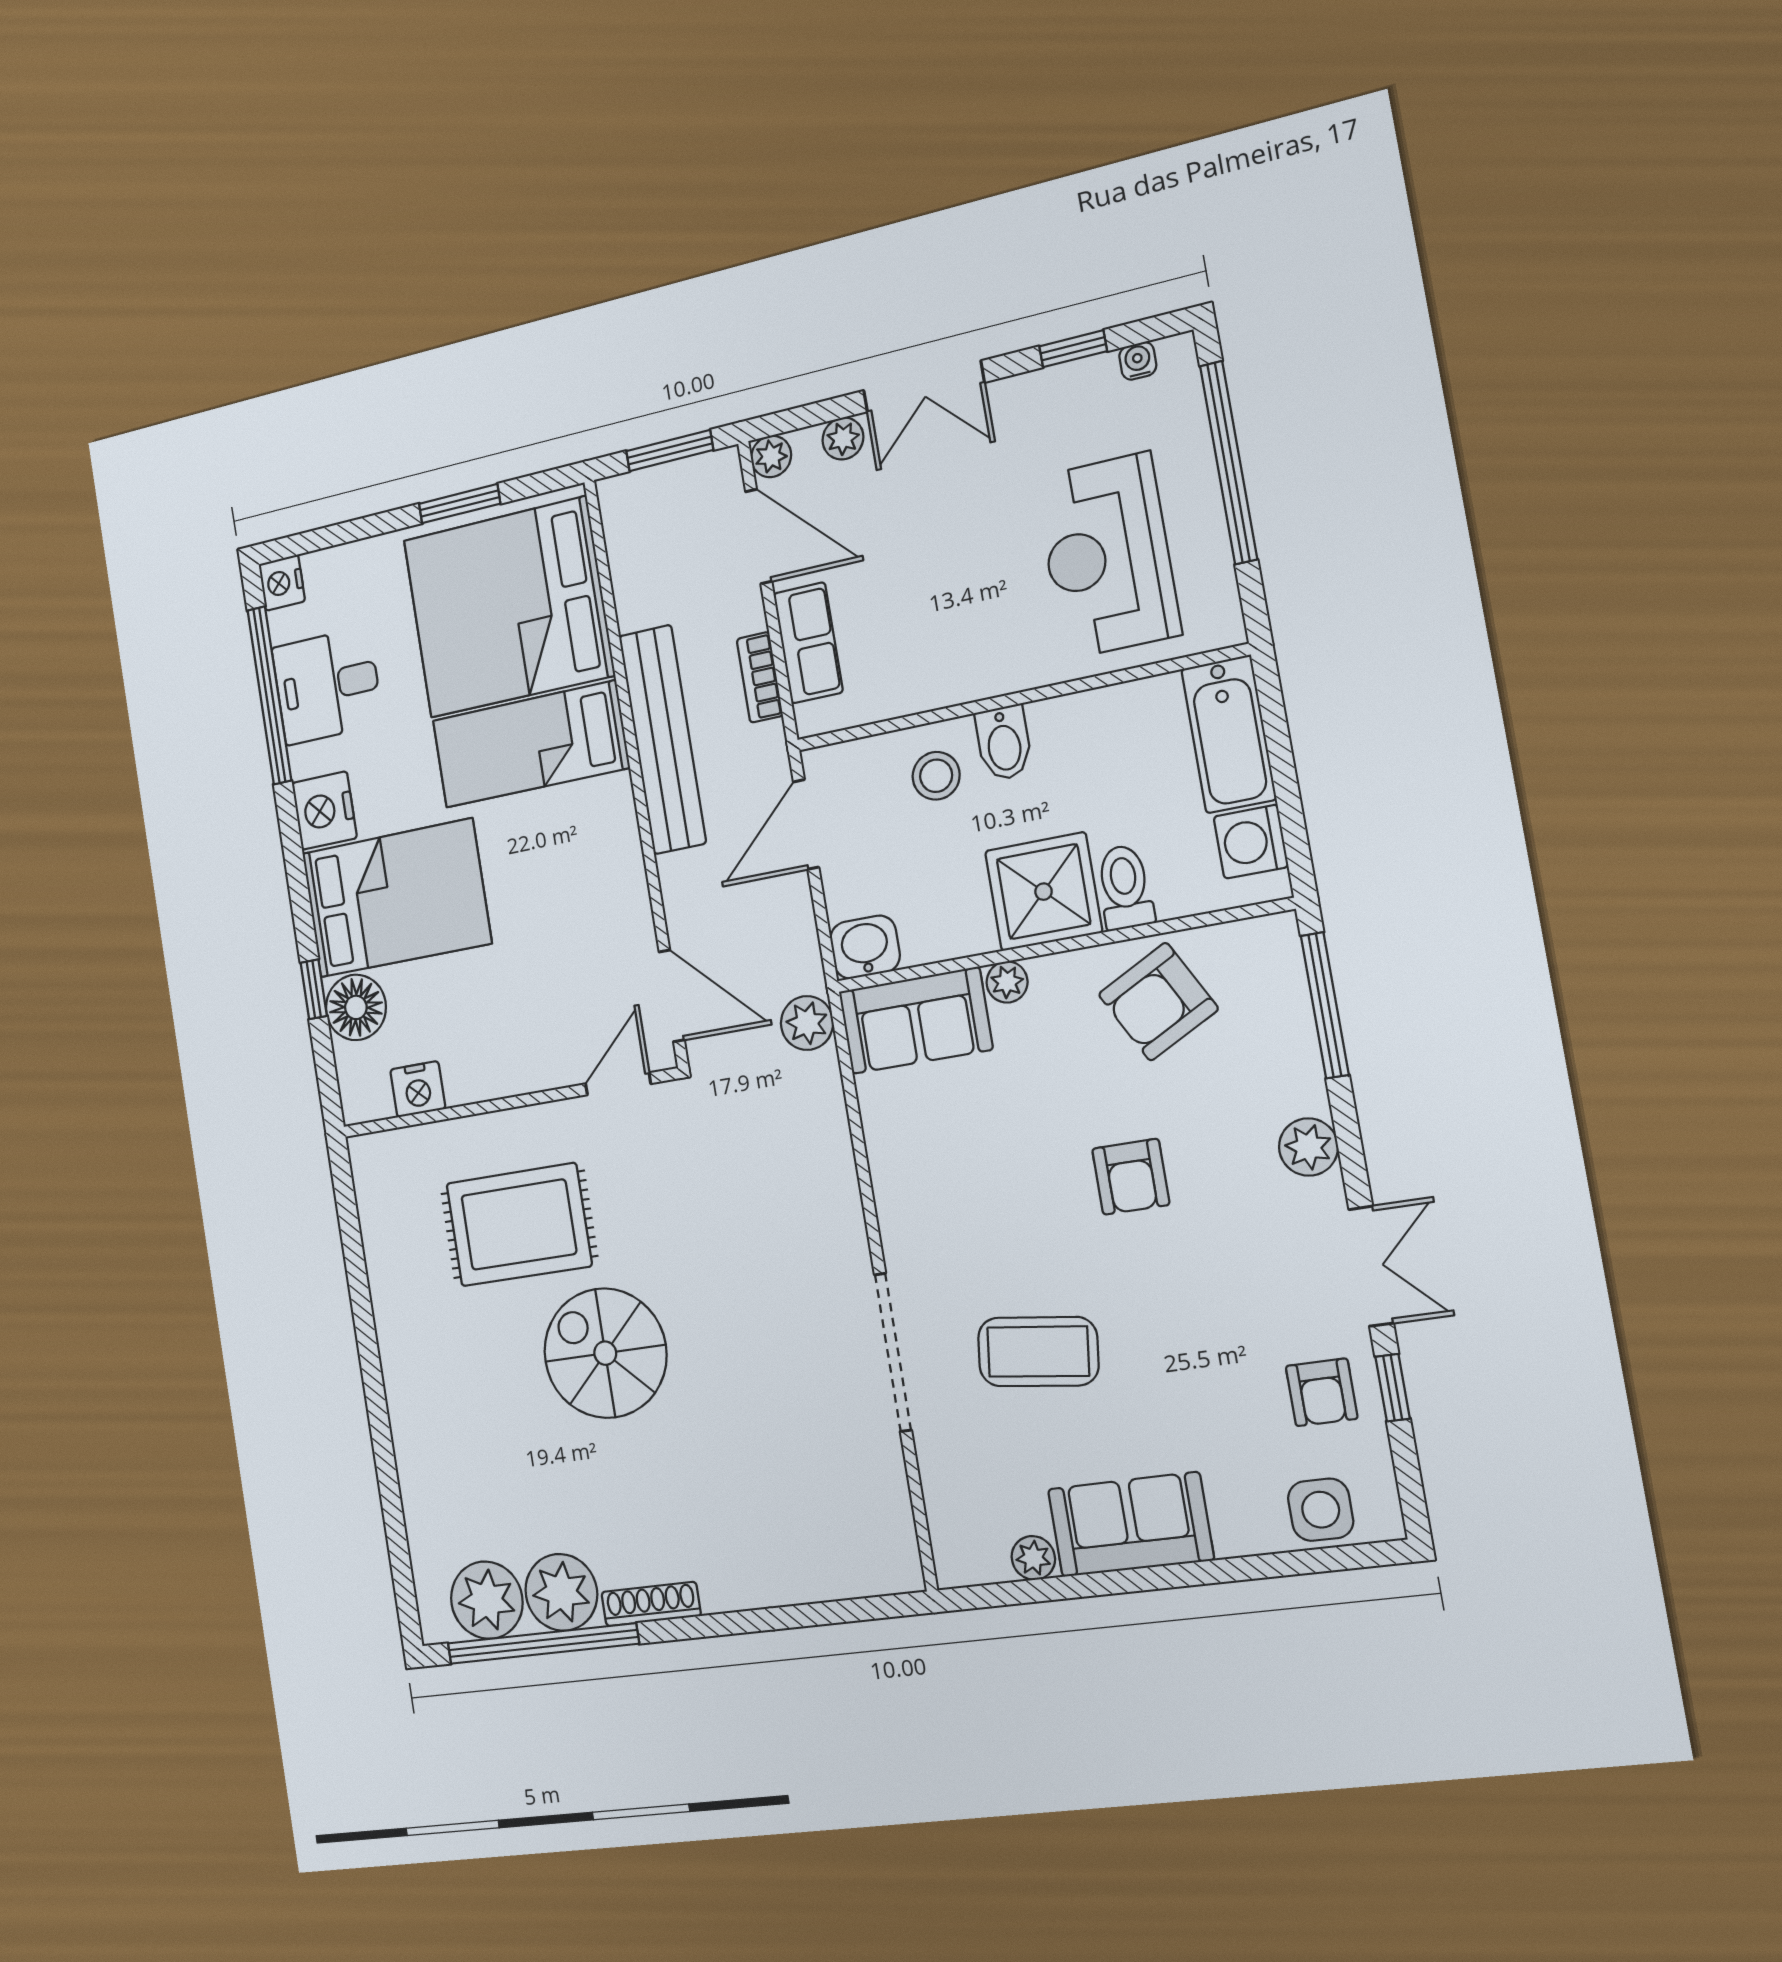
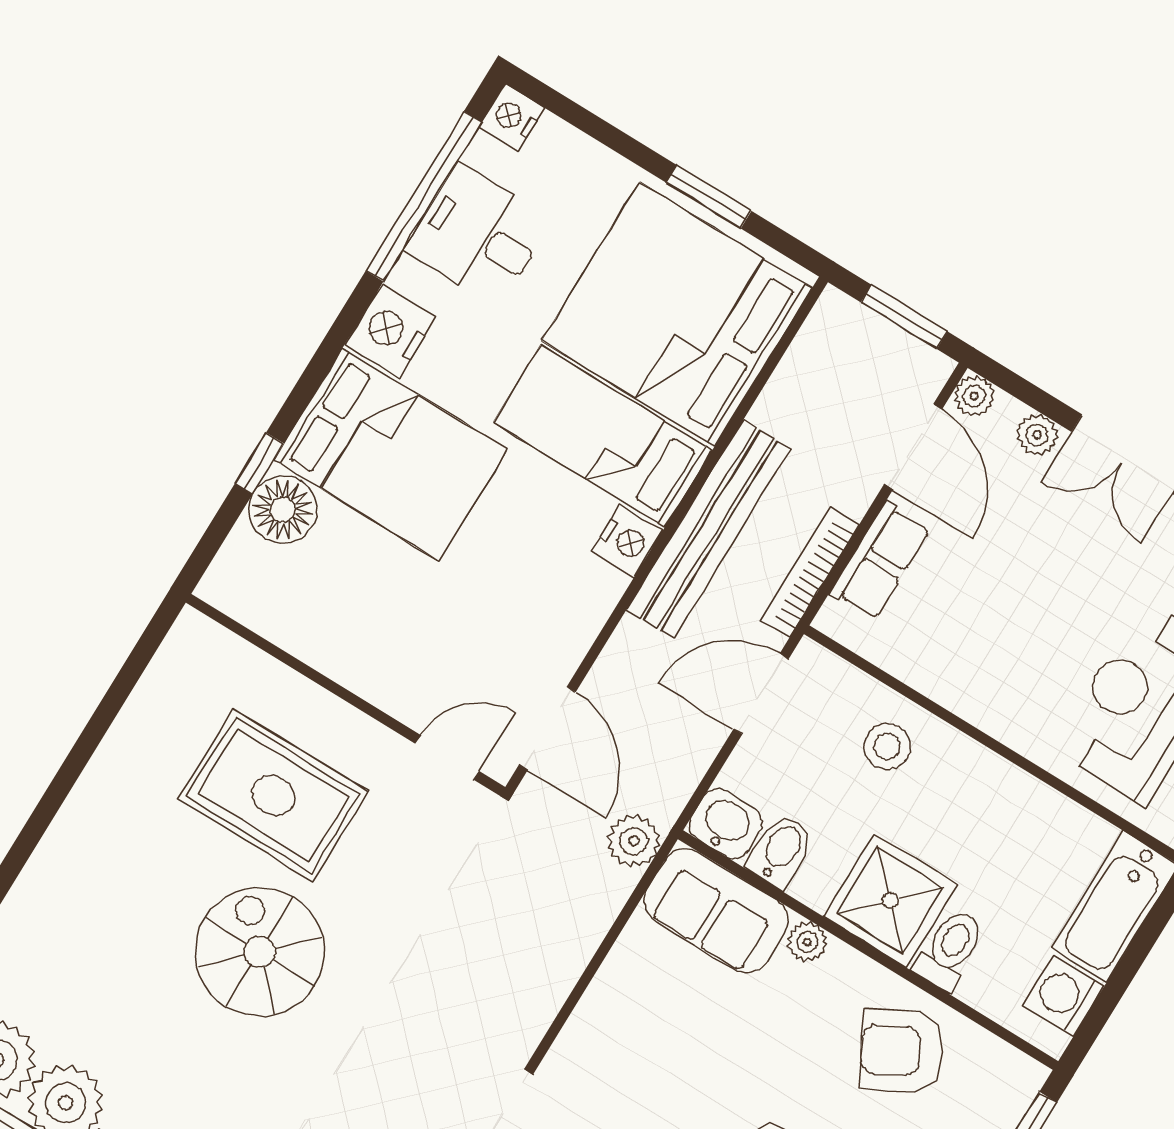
bookcase: (760, 677) -> (810, 573), width x1.56
bidet: (1004, 743) -> (781, 850), moved, turned 180
nightstand: (418, 1089) -> (627, 541), moved, turned -90

